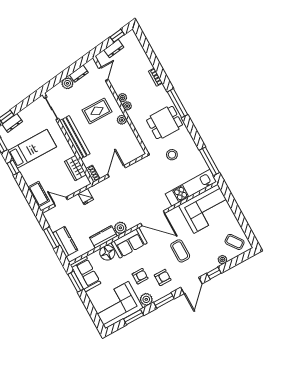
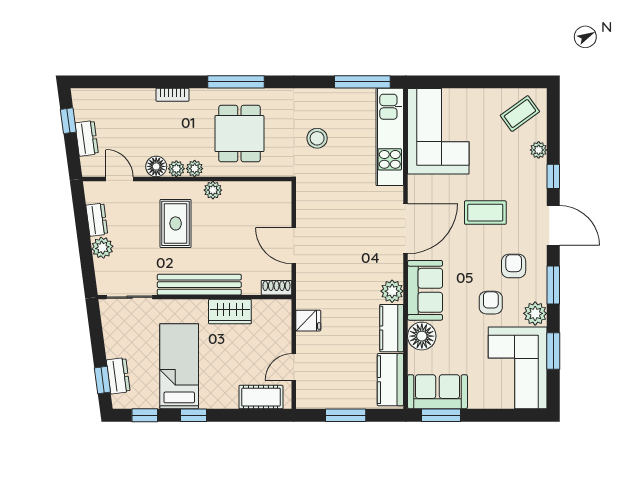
floor lamp: (118, 88) -> (156, 166), added
dining table: (165, 123) -> (239, 134), moved
wardrobe: (75, 168) -> (230, 312), moved
kitchen counter: (65, 242) -> (390, 380), moved, turned -90

